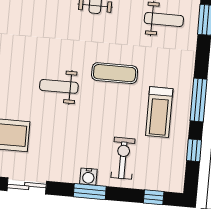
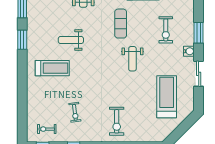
exercise bike: (123, 158) -> (166, 30), moved, turned -90
water cooler: (88, 177) -> (189, 51), moved

